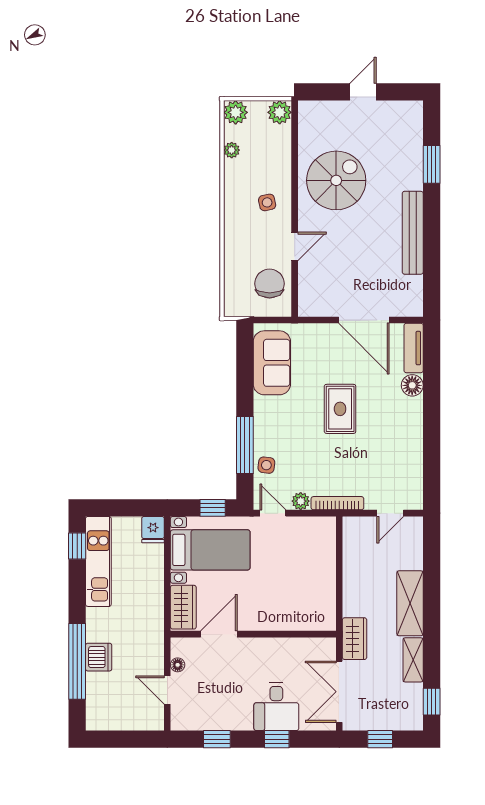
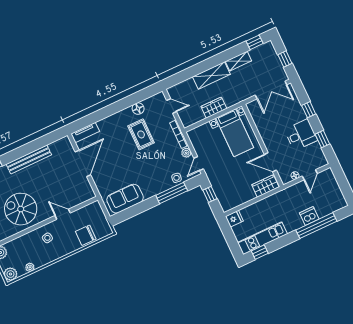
chair: (270, 284) -> (86, 235), moved
floor lamp: (412, 385) -> (138, 109), moved
rug: (340, 409) -> (141, 134), moved, turned 90
bed with nightstands: (210, 550) -> (235, 133), moved, turned 180
wardrobe: (355, 639) -> (214, 108), moved
desk: (276, 707) -> (301, 135), moved

